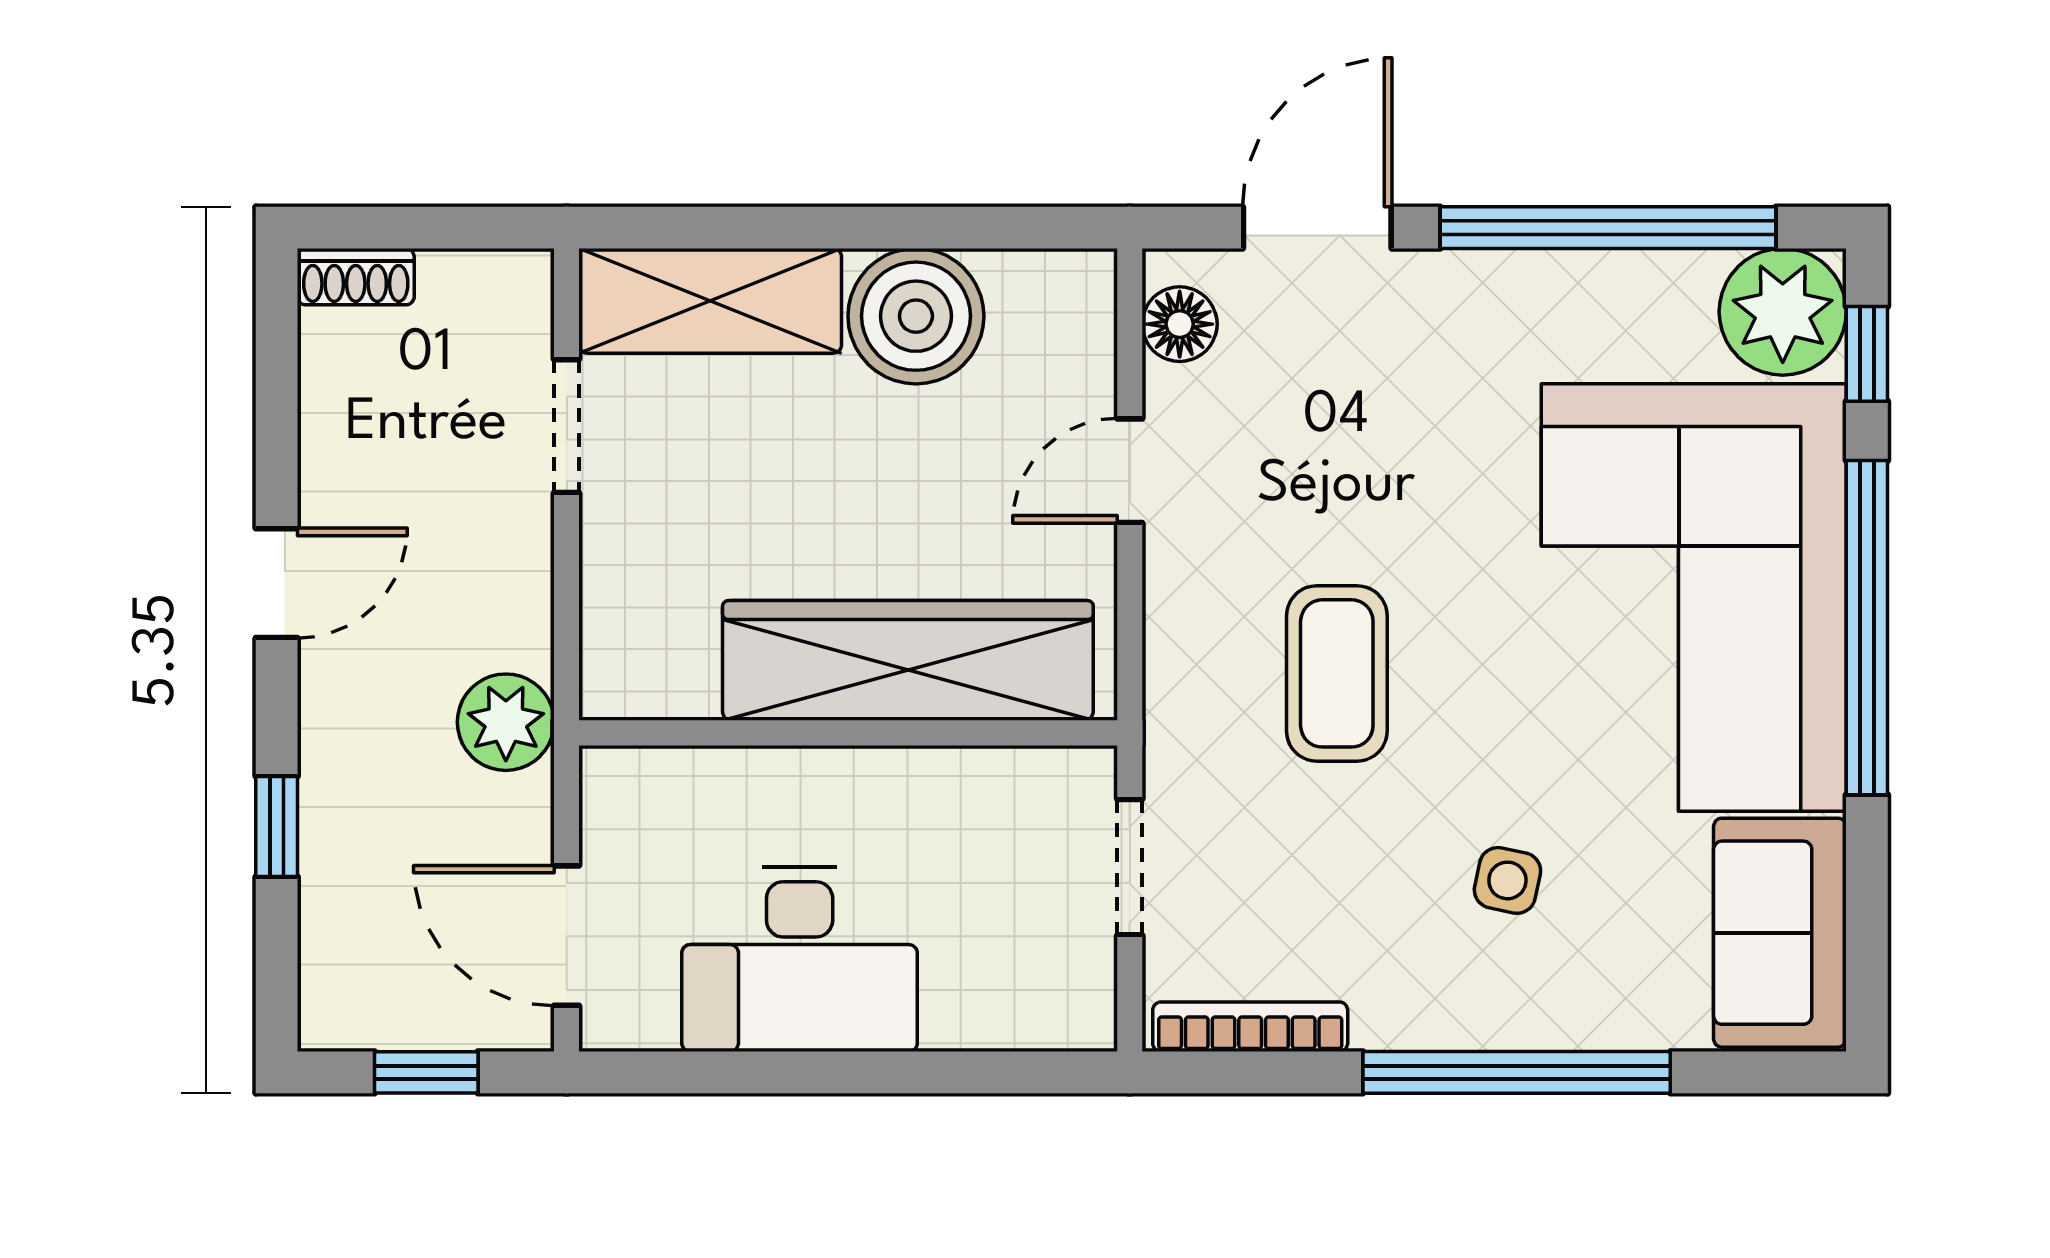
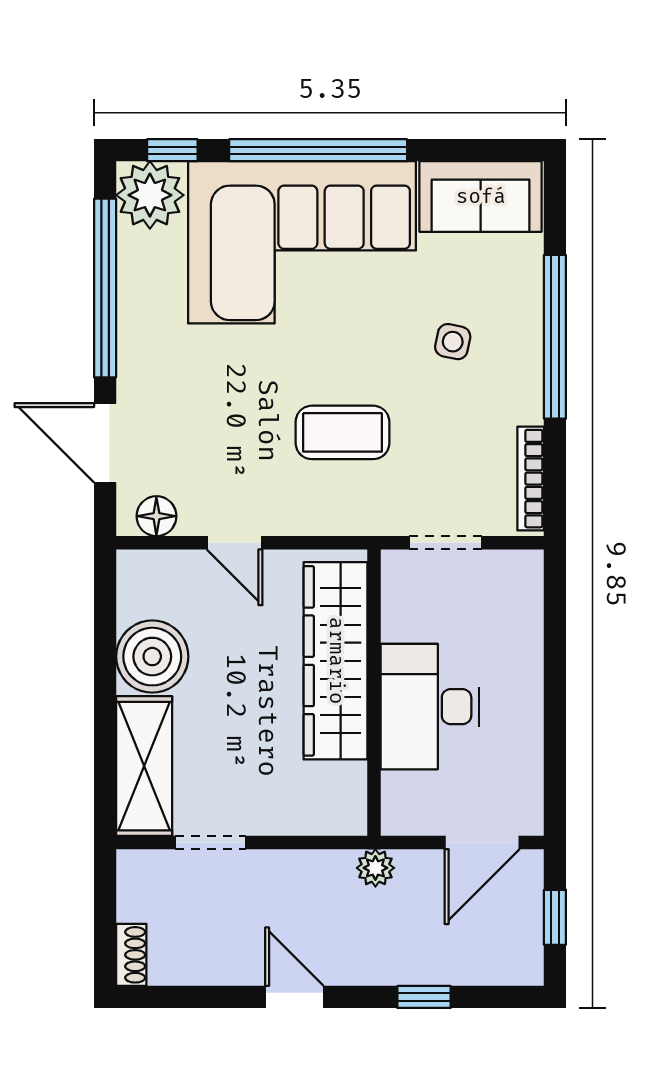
plant: (506, 722) -> (375, 868), width x0.73, depth x0.73
desk: (800, 959) -> (430, 707), moved, turned 180

